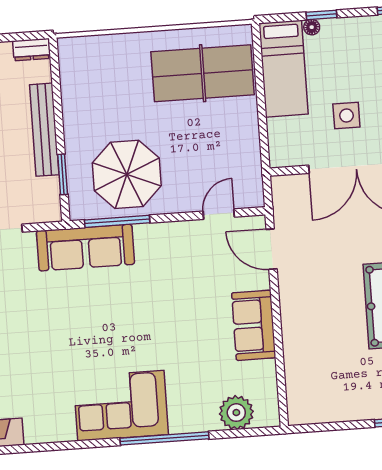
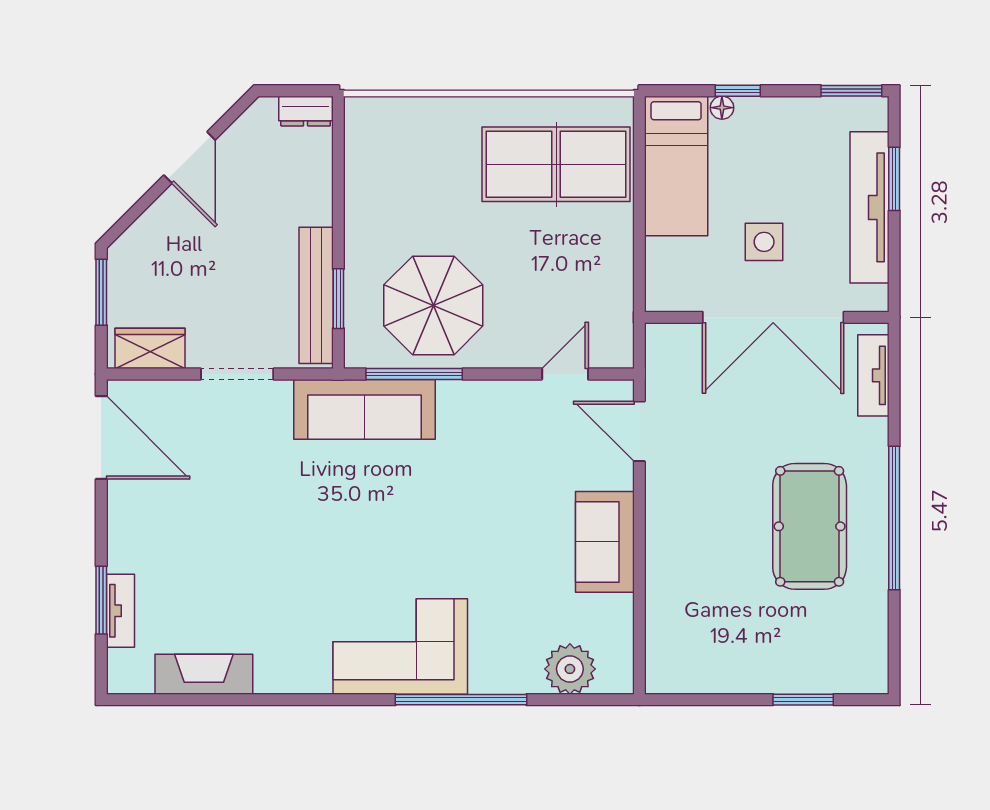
bench: (44, 130) -> (316, 295), moved

